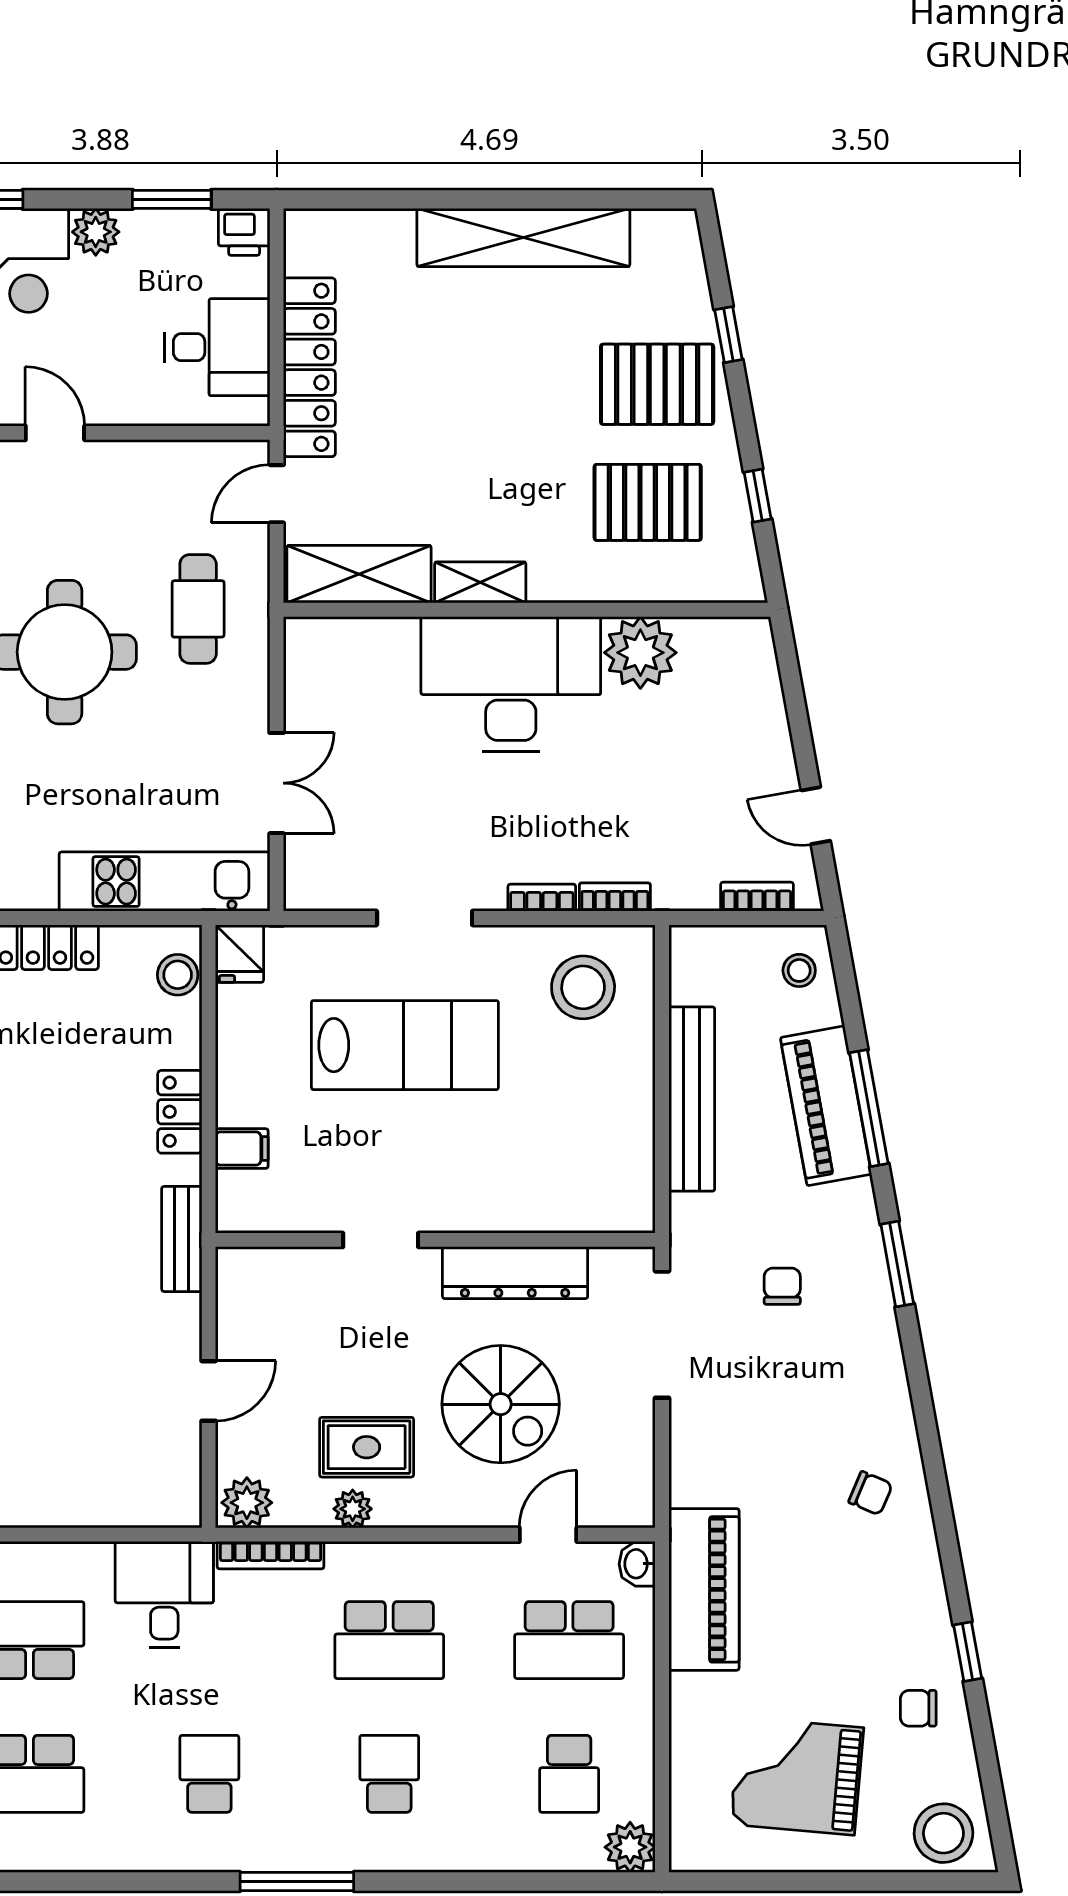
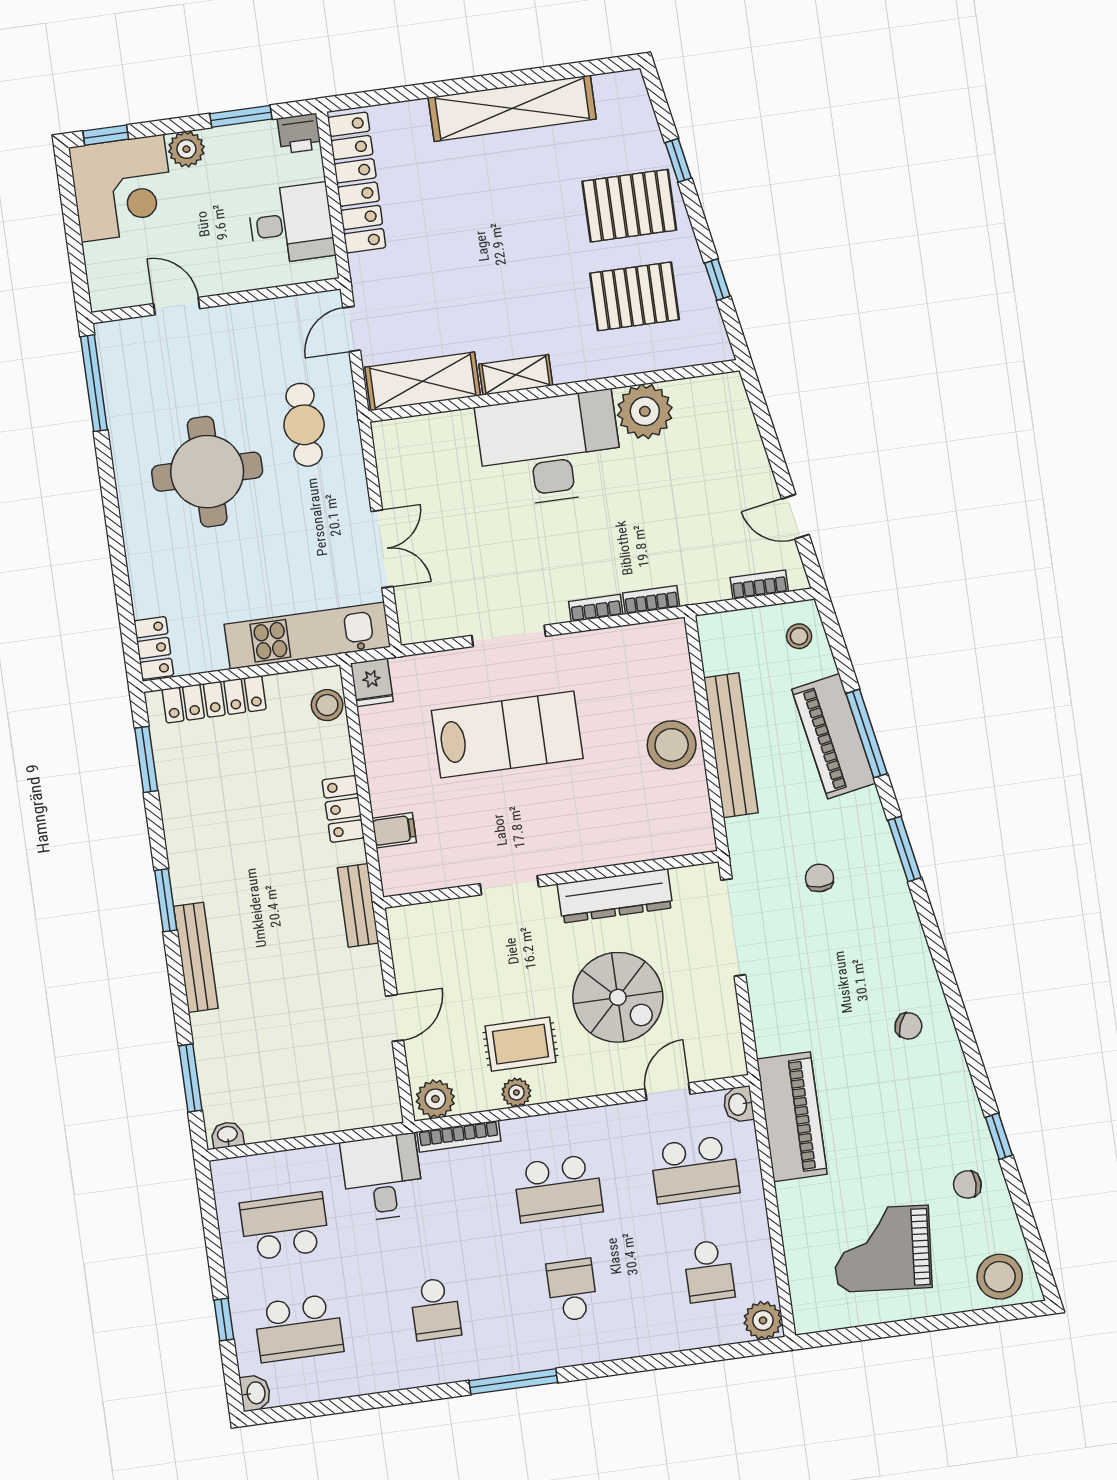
locker: (309, 367) -> (357, 182), moved
stool: (583, 987) -> (672, 745), moved
school desk: (209, 1774) -> (435, 1309), turned 180

